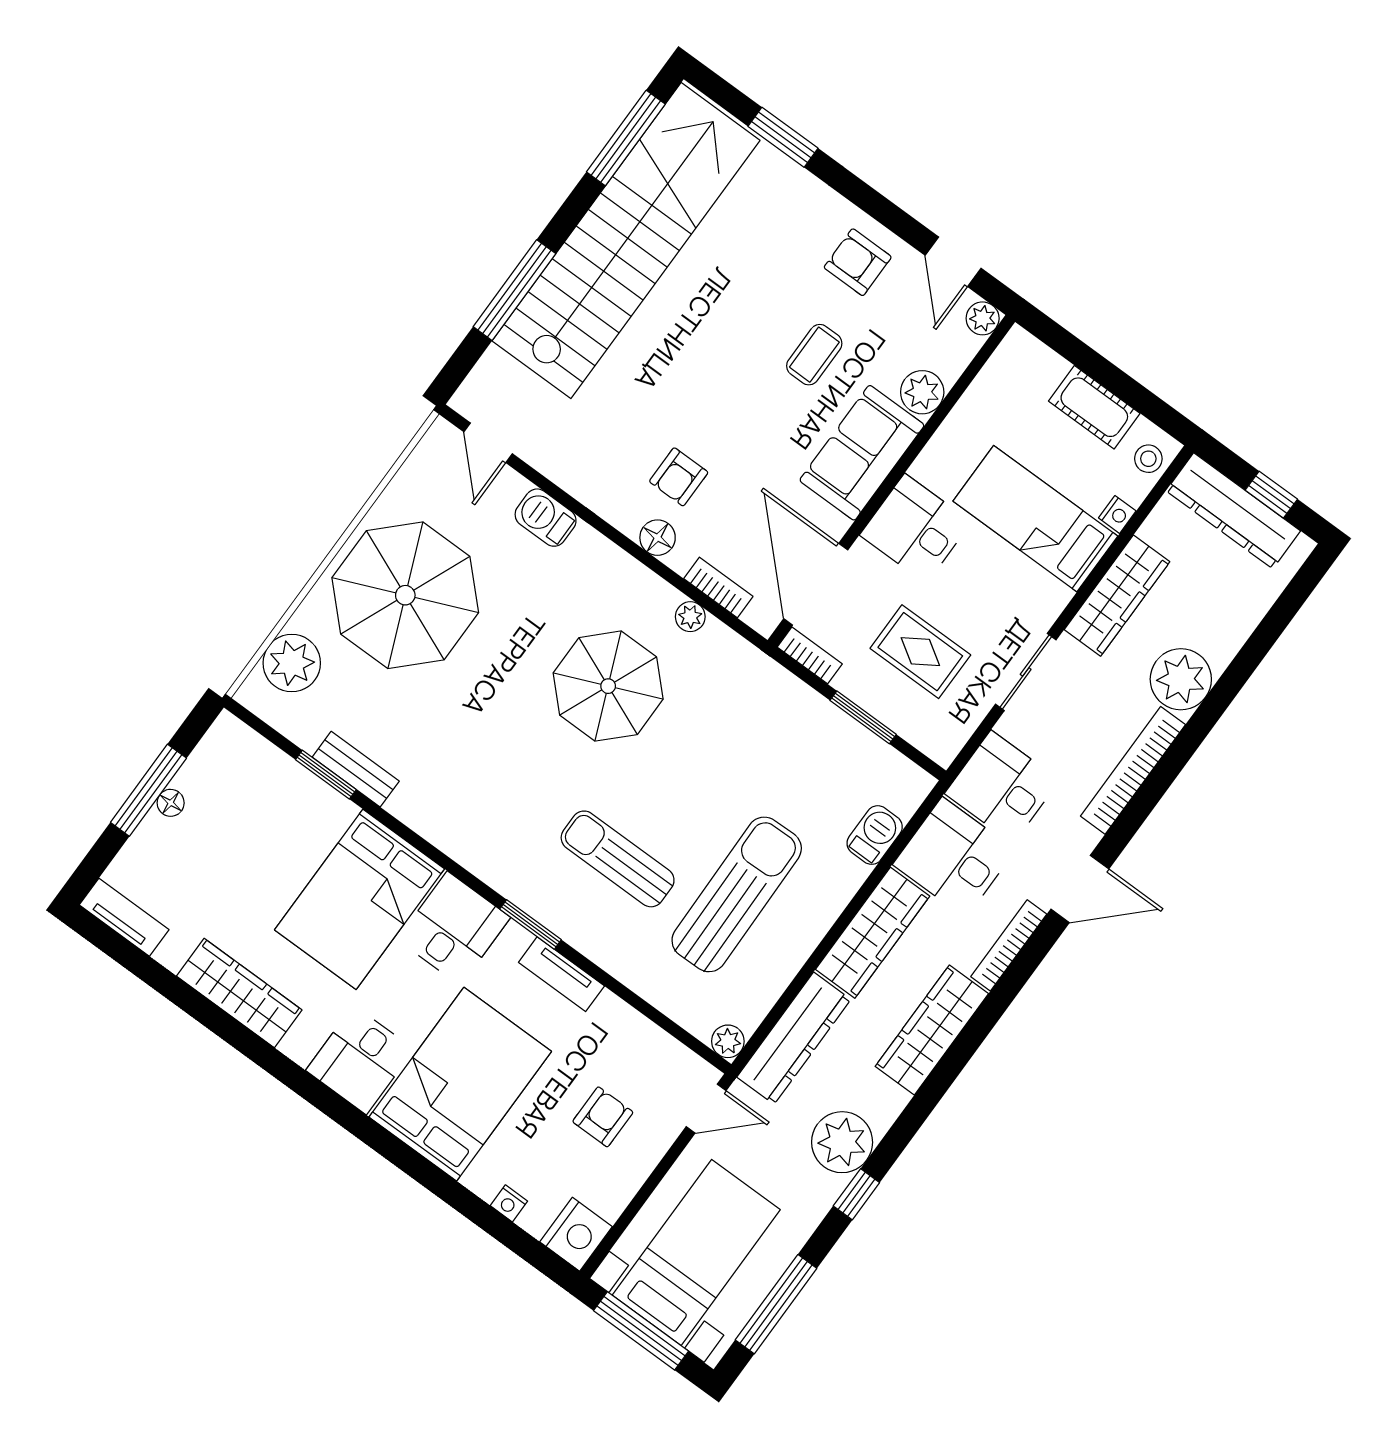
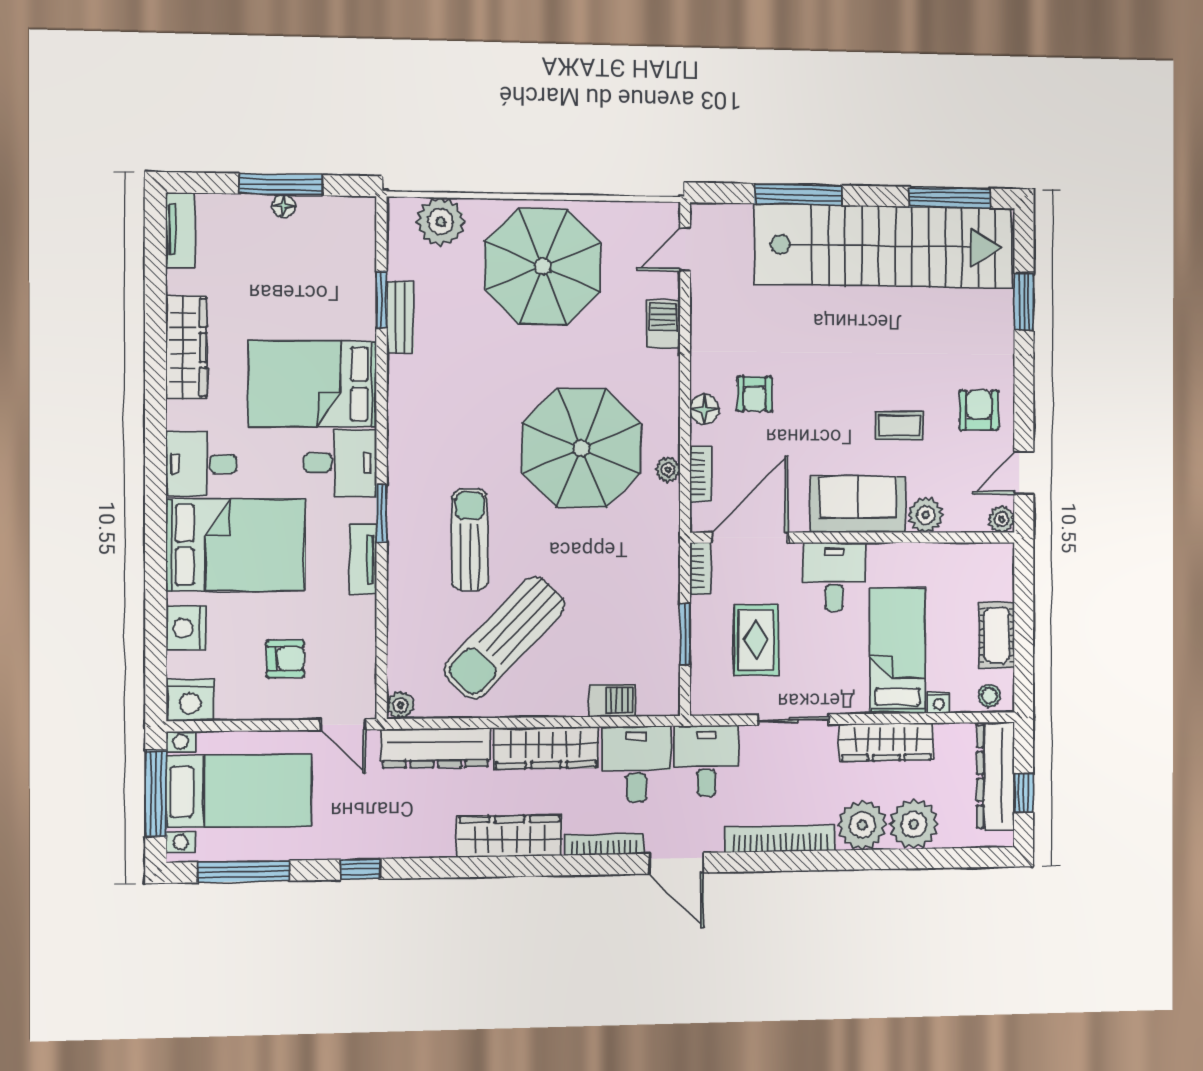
armchair: (679, 477) -> (755, 394), turned -90
parasol: (608, 686) -> (582, 448), width x1.36, depth x1.36
sun lounger: (737, 894) -> (505, 638), turned 135
plant: (842, 1142) -> (914, 824), moved
nightstand: (509, 1203) -> (186, 628), width x1.89, depth x1.79

